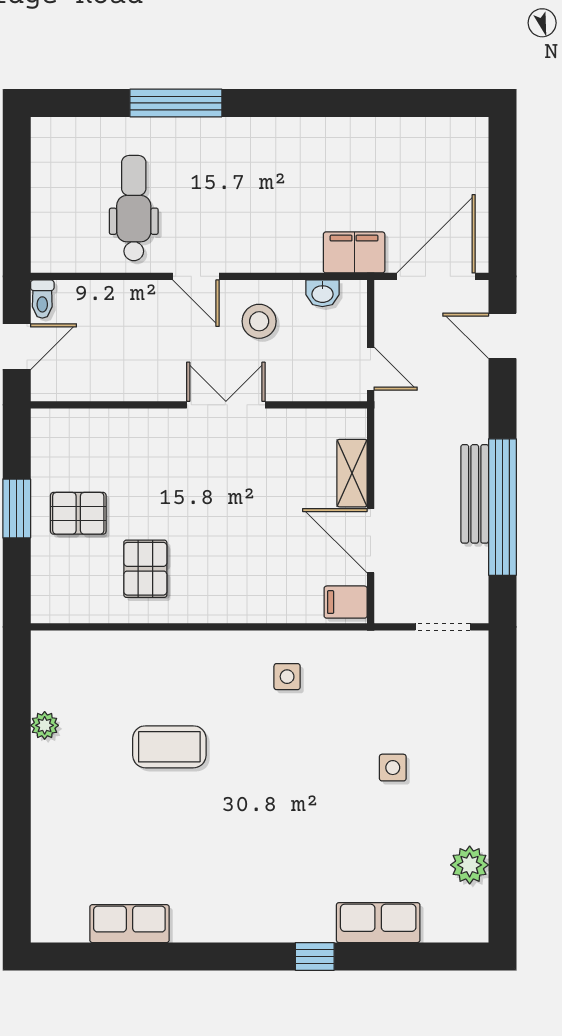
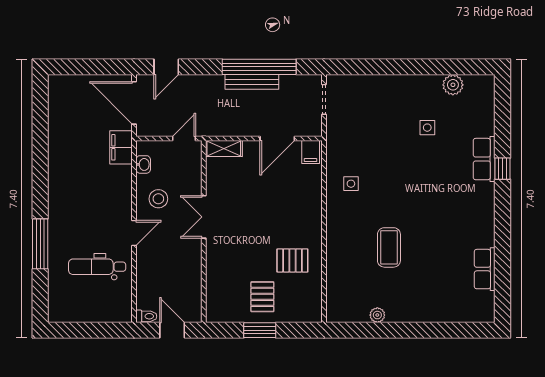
shelving: (352, 473) -> (224, 148), moved
side table: (393, 768) -> (427, 128), moved
row of seats: (378, 923) -> (484, 159), moved

